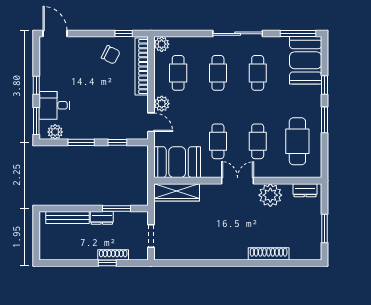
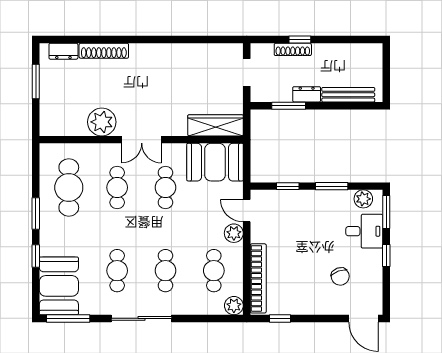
chair: (111, 55) -> (340, 276), moved, turned -137
dresser: (305, 190) -> (63, 51), moved, turned 180

